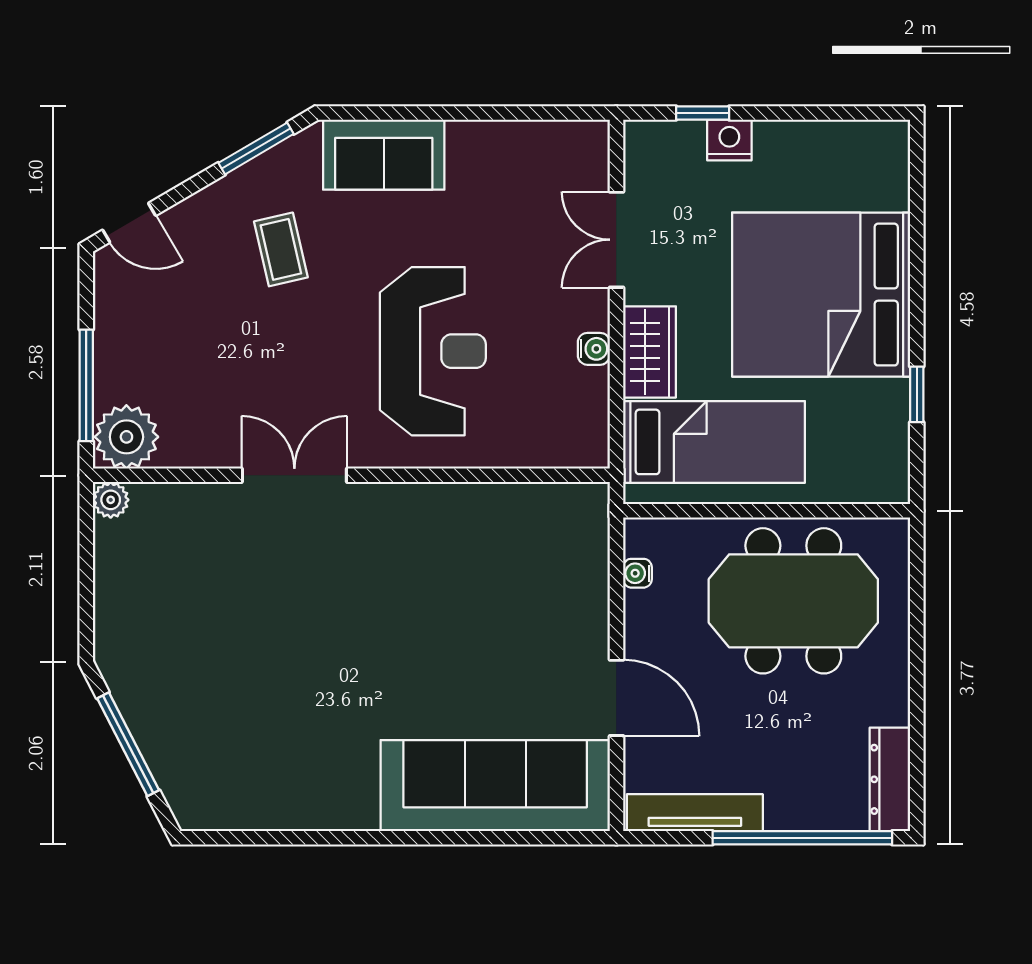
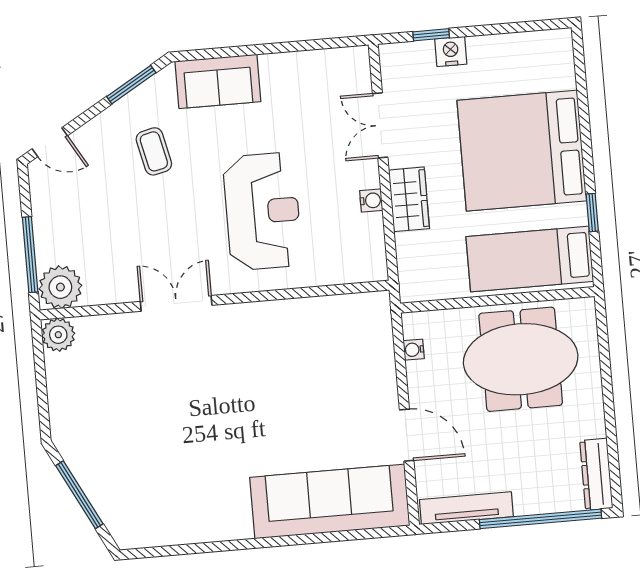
bed: (714, 442) -> (530, 259), moved, turned 180
plant: (111, 500) -> (58, 335), width x1.38, depth x1.38

